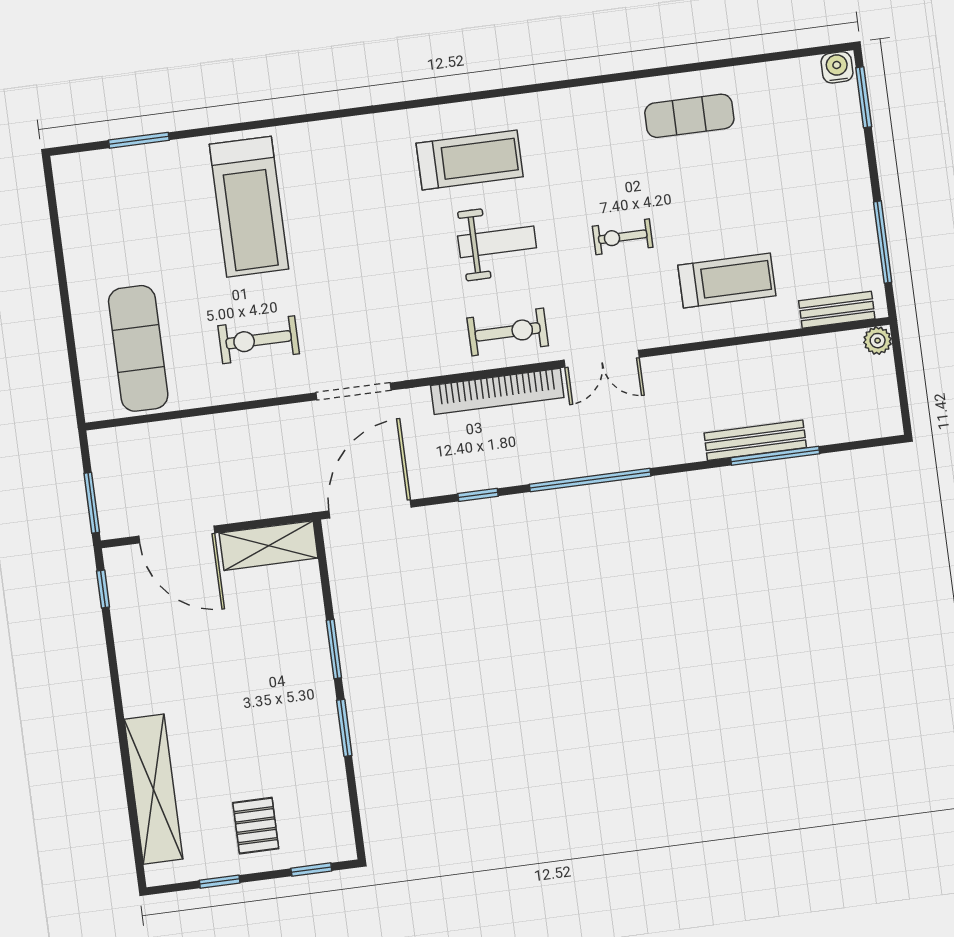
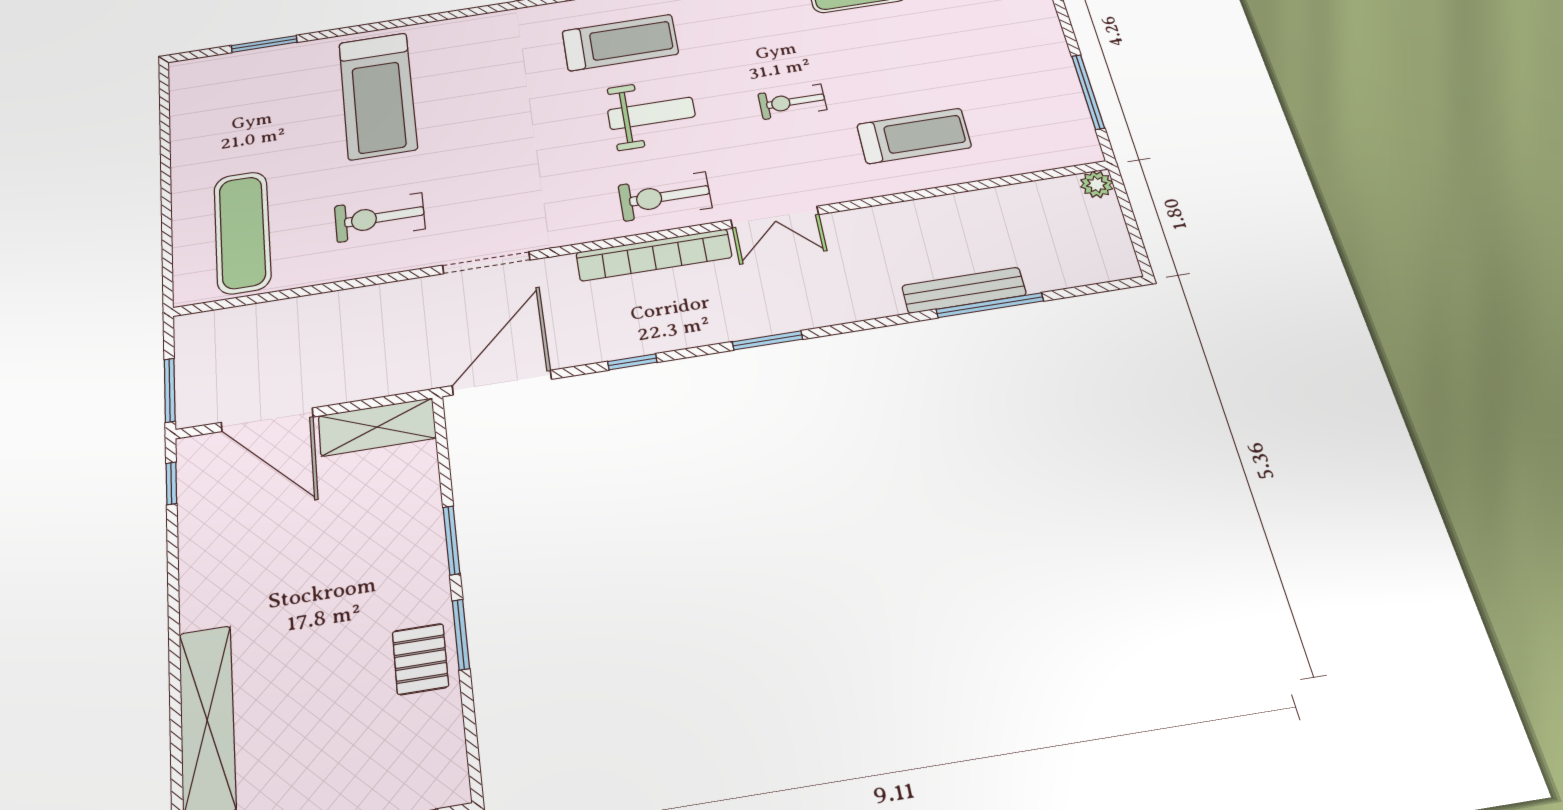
bench: (837, 310) -> (1044, 157), removed
exercise bike: (508, 332) -> (665, 196), turned 180
window: (590, 480) -> (767, 340), width x0.47
pallet: (256, 826) -> (420, 659), moved

